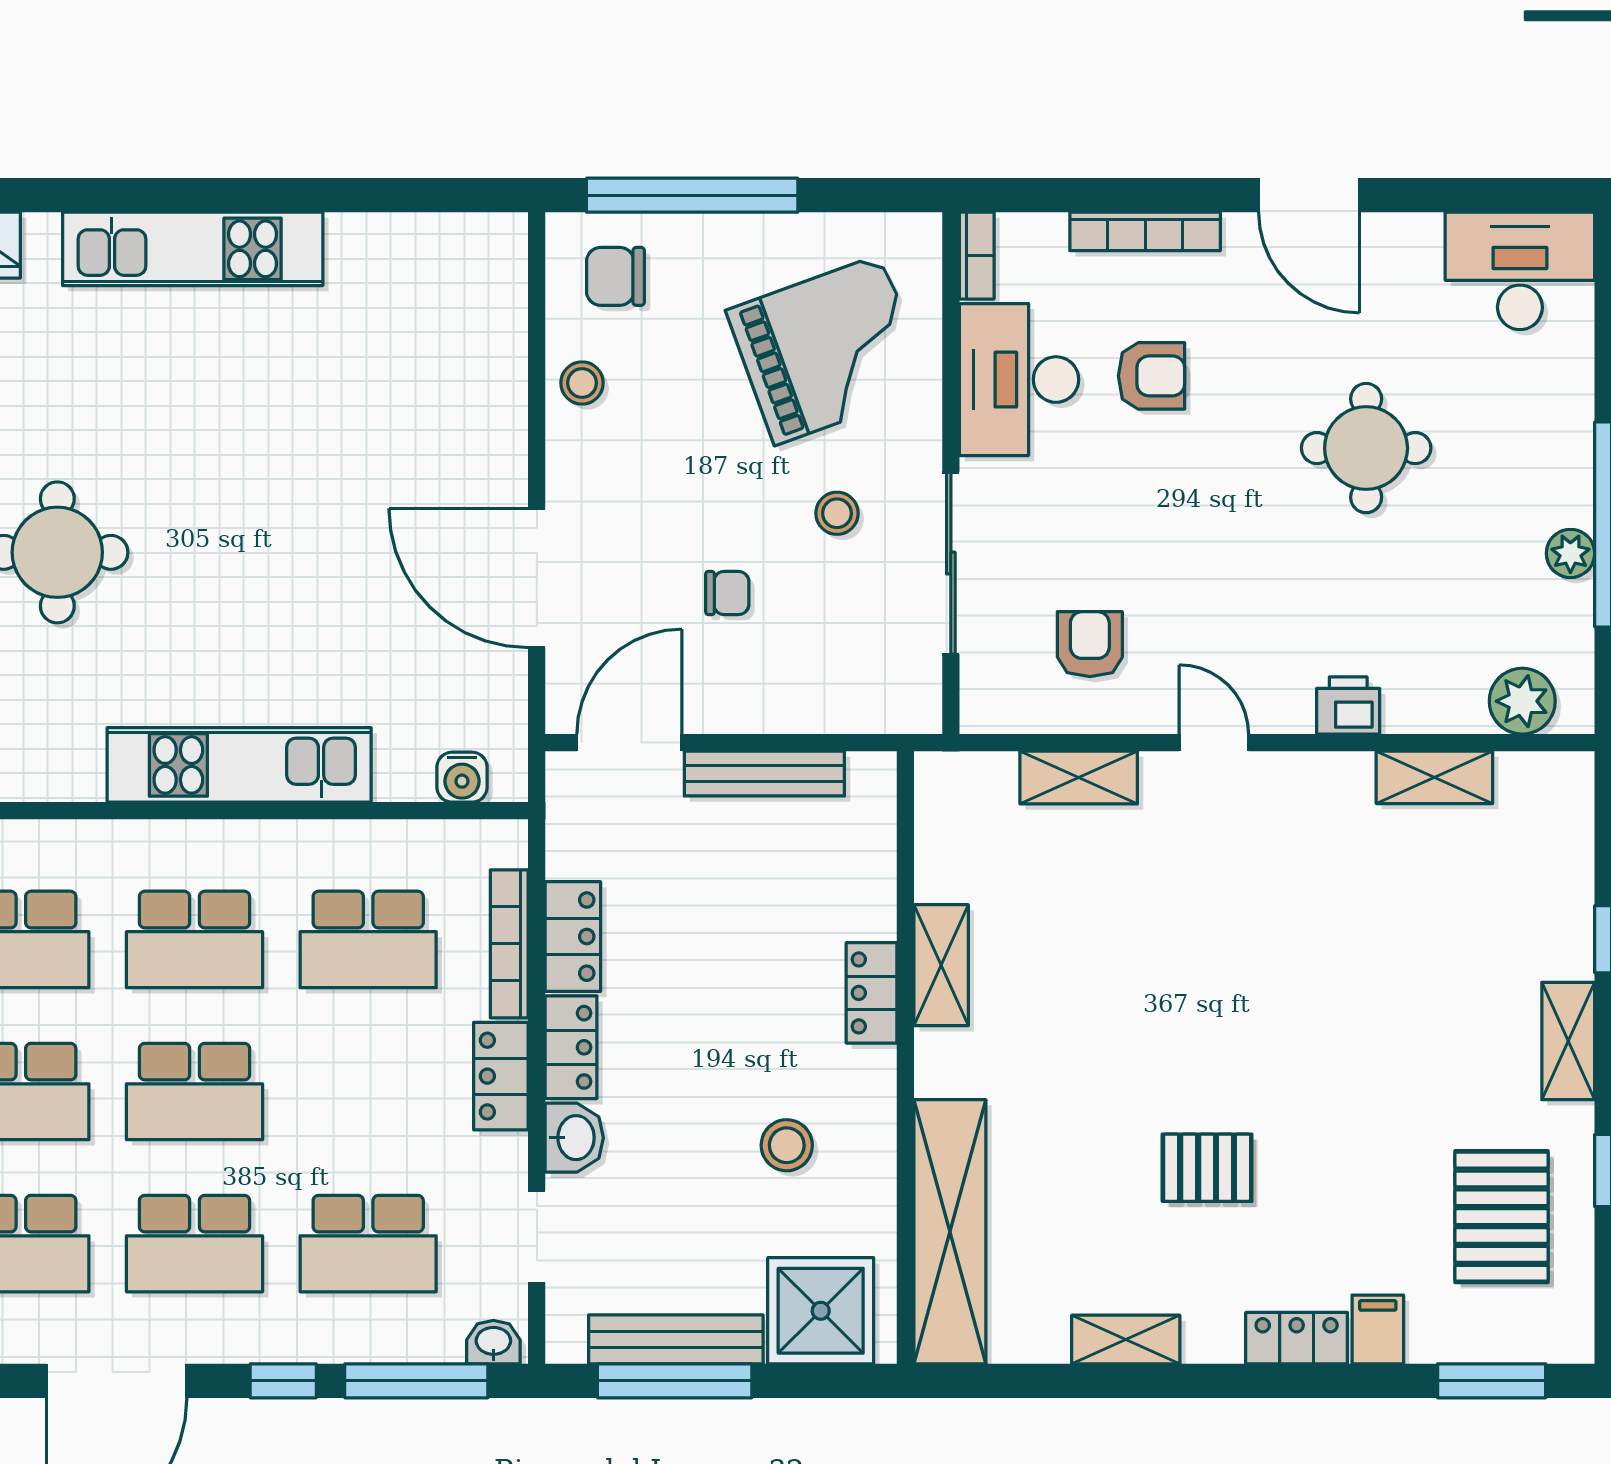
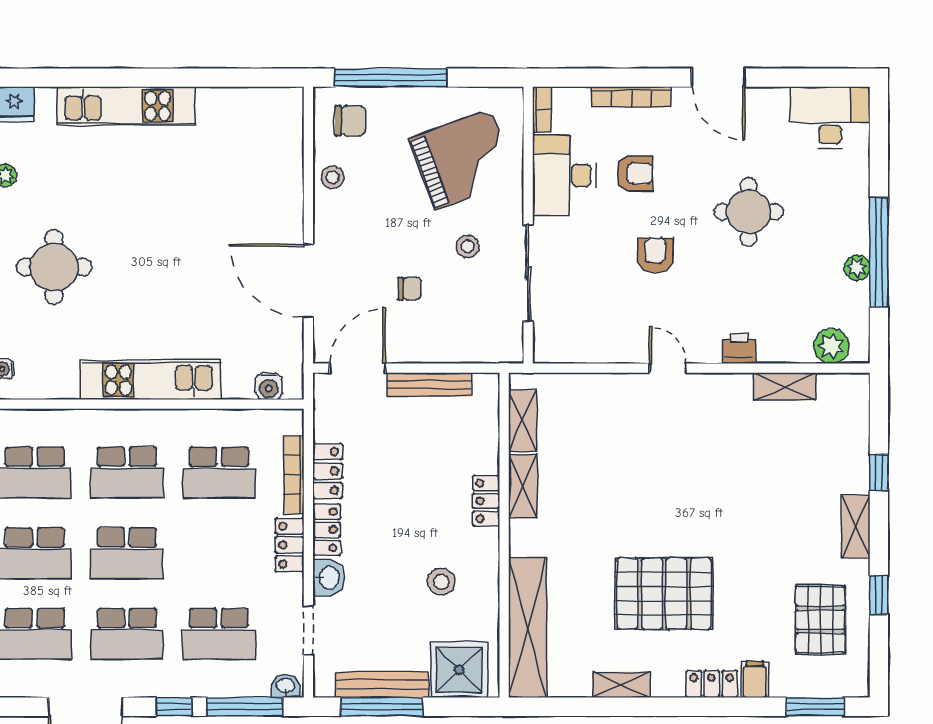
chair: (615, 276) -> (350, 121), turned 180
armchair: (1090, 644) -> (655, 255), moved
shelving: (1079, 778) -> (523, 420), moved, turned 90
pallet: (1207, 1168) -> (664, 594), width x2.05, depth x2.00

